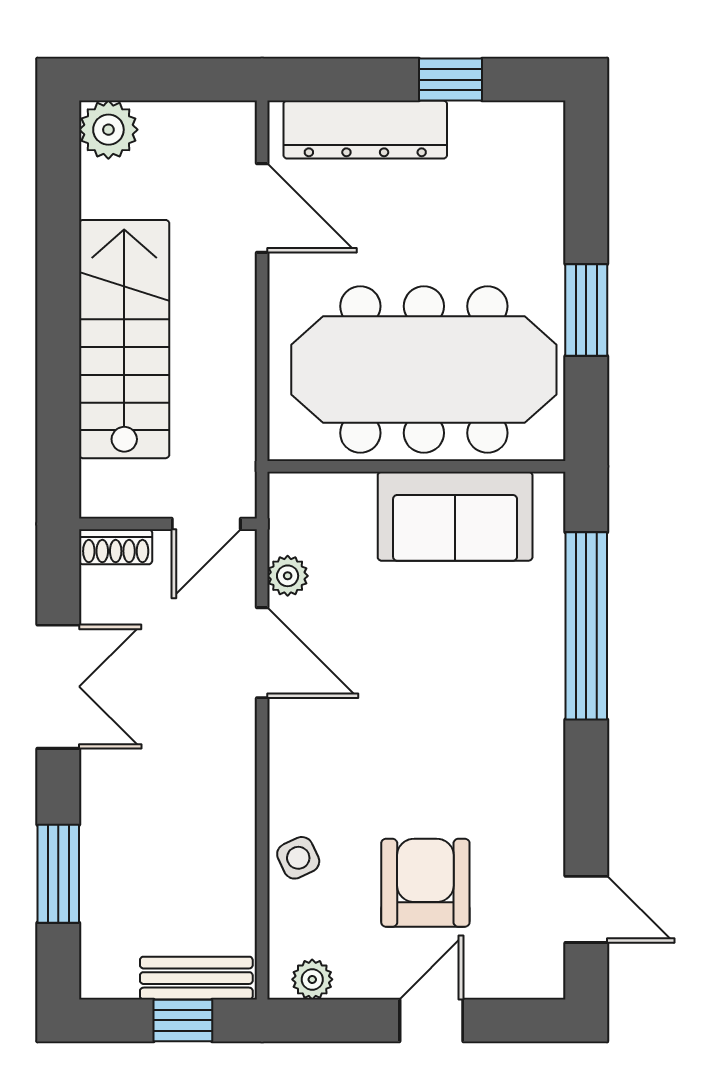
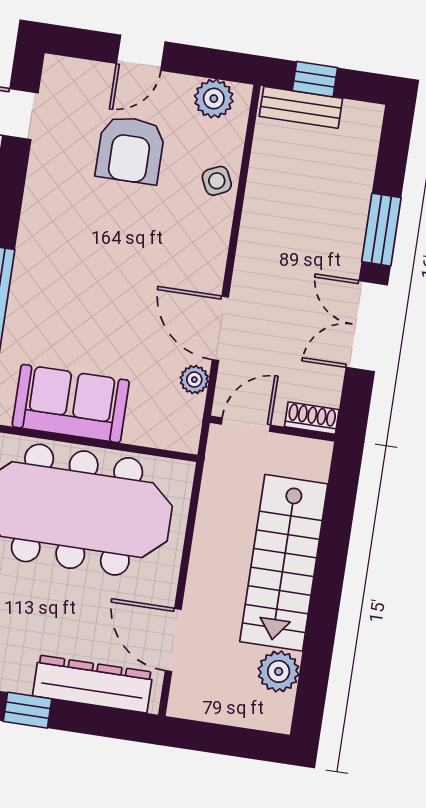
plant: (108, 130) -> (279, 671), moved
window: (58, 874) -> (381, 230), moved
plant: (312, 979) -> (214, 99), width x1.38, depth x1.38

